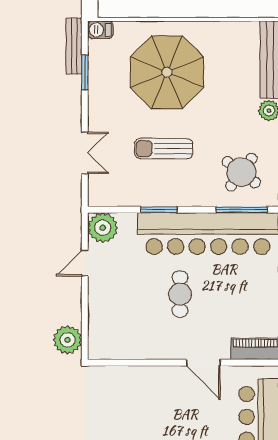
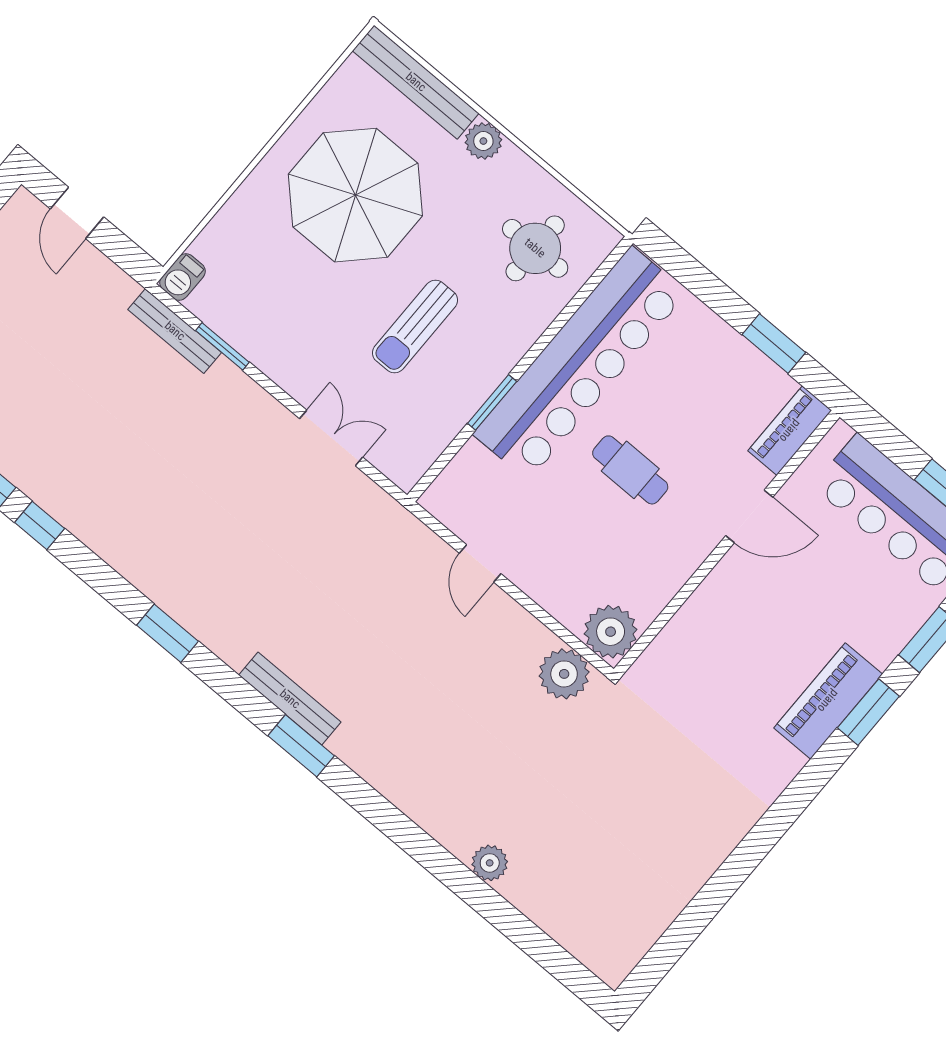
parasol: (167, 72) -> (355, 195), moved
round table: (241, 172) -> (535, 248), turned -37
window: (242, 210) -> (586, 291), removed
plant: (103, 228) -> (611, 632), moved

